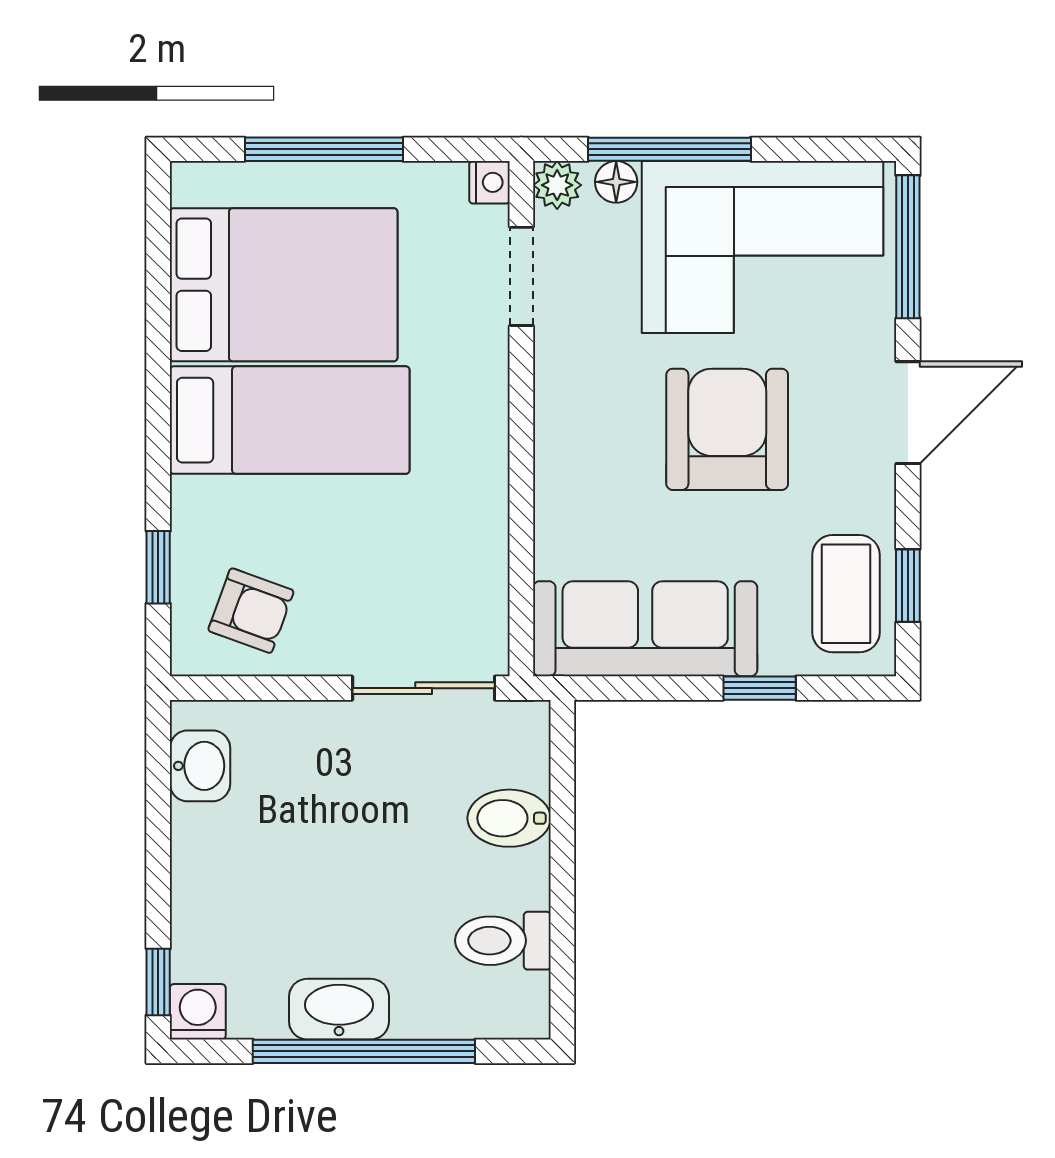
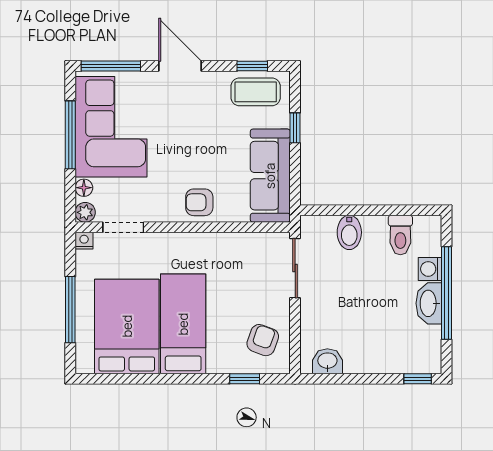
window: (669, 149) -> (70, 135), moved
armchair: (727, 429) -> (199, 202), moved, width x0.53, depth x0.53
washing machine: (198, 1012) -> (430, 269), moved

